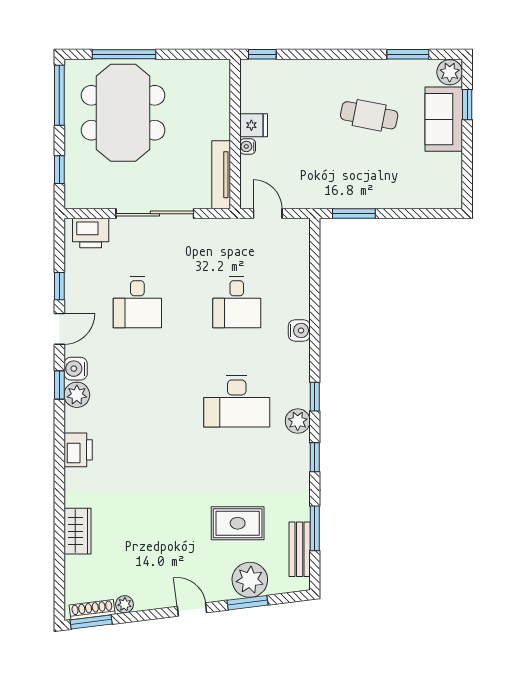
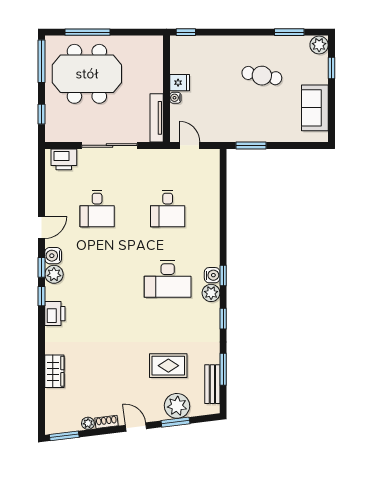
meeting table: (123, 113) -> (87, 74), turned 90
sofa: (444, 119) -> (315, 108), moved
window: (59, 286) -> (42, 296), moved
water cooler: (299, 330) -> (212, 275), moved
shoe rack: (92, 610) -> (106, 422), moved, width x0.70

